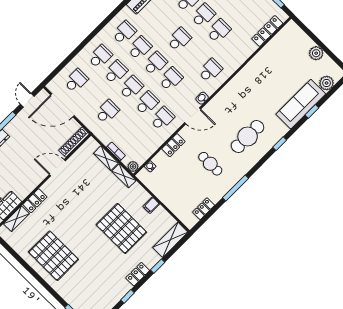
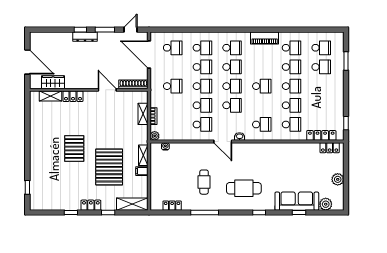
school desk: (234, 46) -> (292, 124), added
locker: (173, 145) -> (330, 148), moved
shelving: (124, 176) -> (143, 155), moved
pallet: (54, 256) -> (74, 148), moved, width x0.73, depth x0.71

